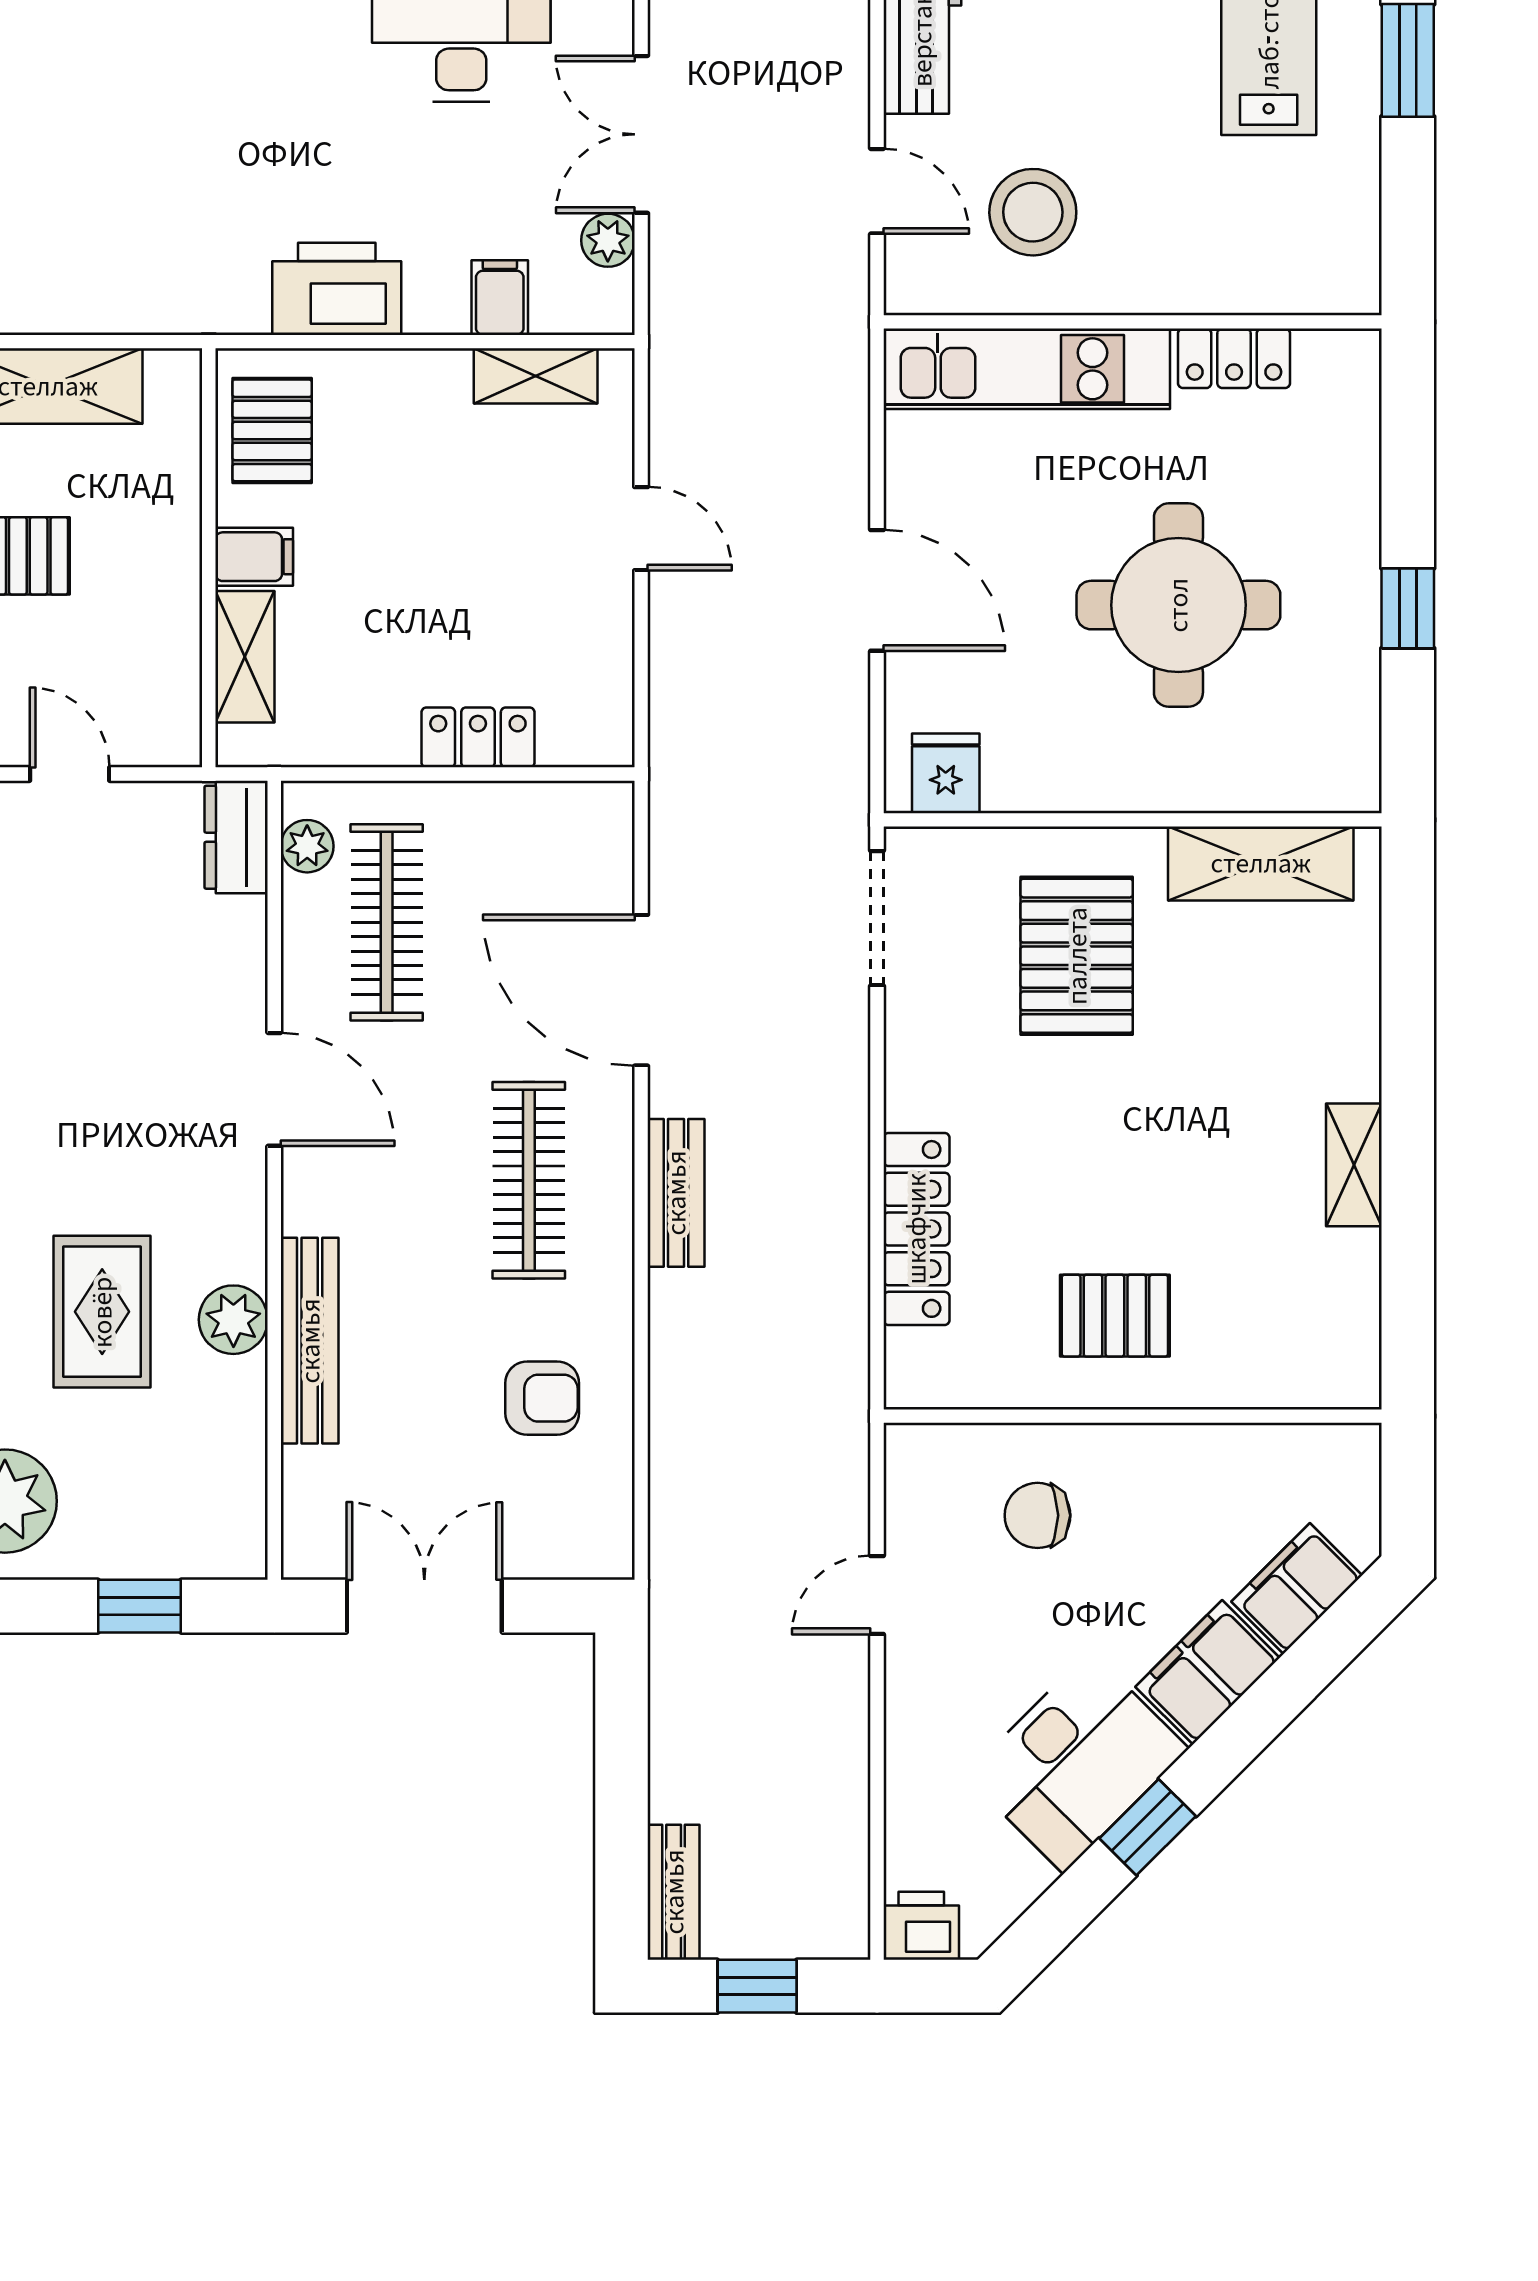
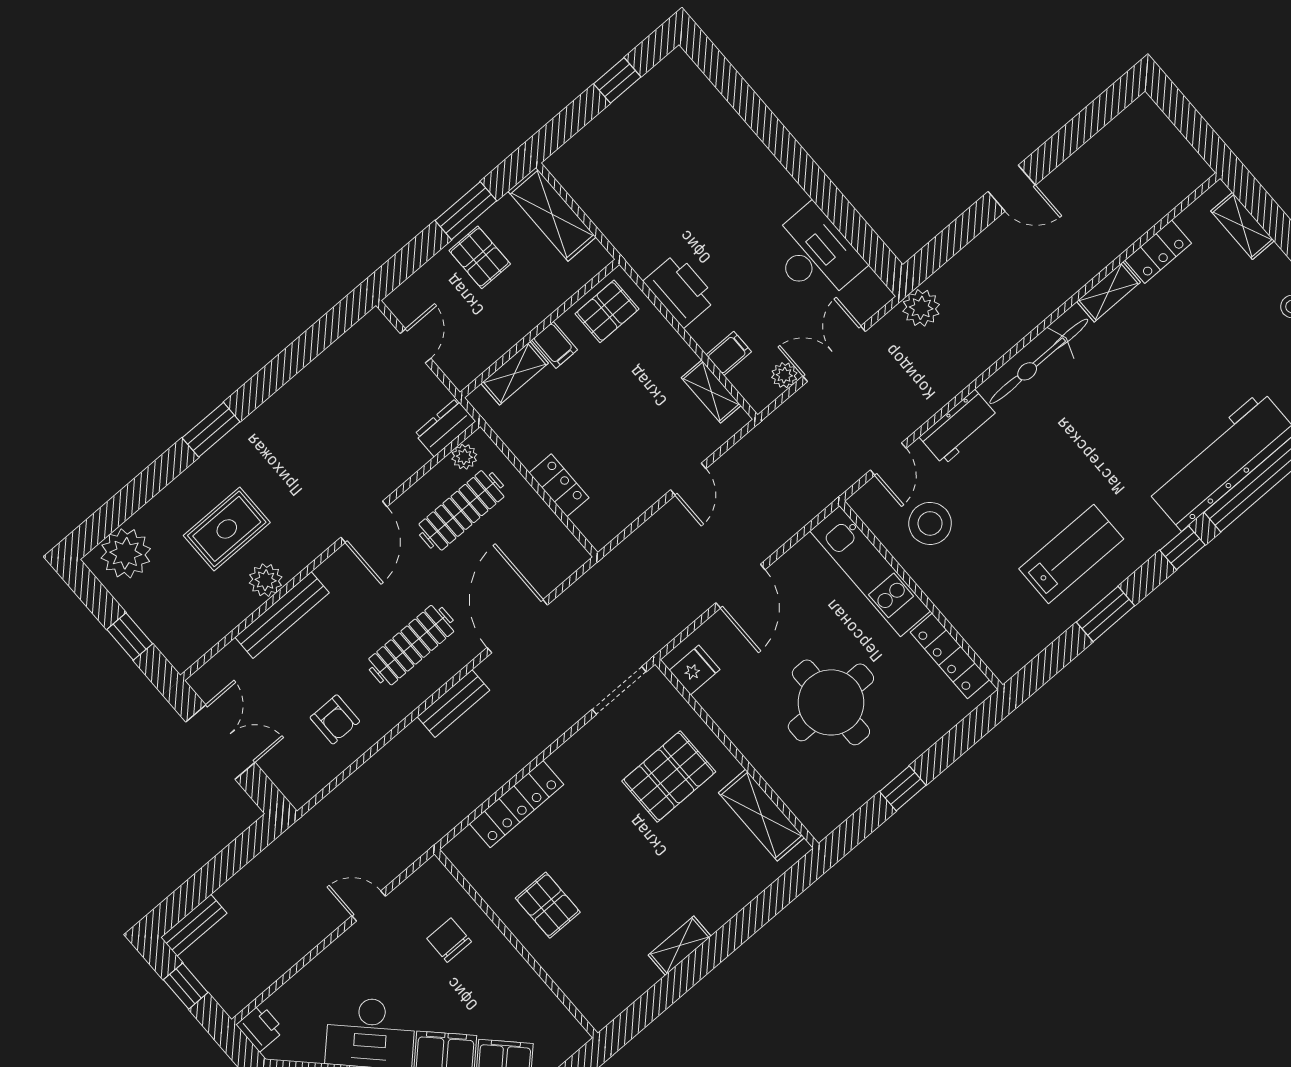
locker: (1234, 358) -> (950, 656), width x1.53

